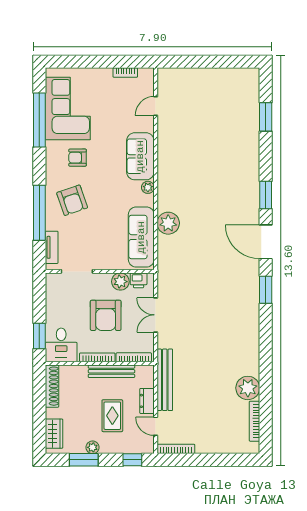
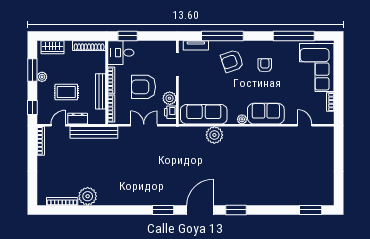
corner sofa: (68, 109) -> (317, 68), moved, turned 90
window: (266, 117) -> (311, 210), moved

